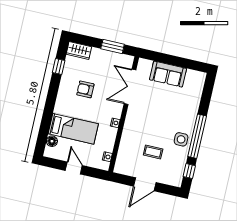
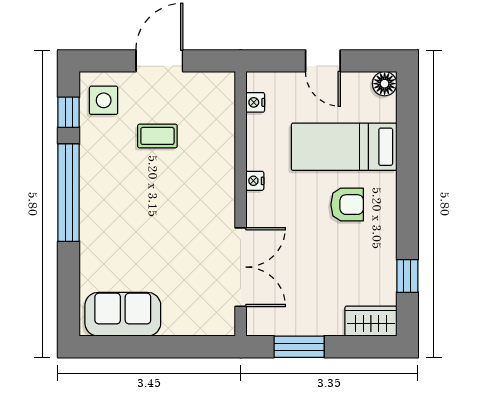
sofa: (168, 74) -> (123, 314), moved
armchair: (85, 89) -> (347, 205), moved
side table: (181, 139) -> (104, 100), moved
floor lamp: (52, 141) -> (385, 84), moved

